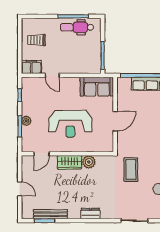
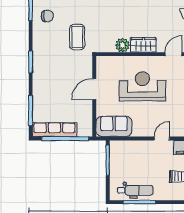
door: (52, 75) -> (162, 139), hinge flipped

